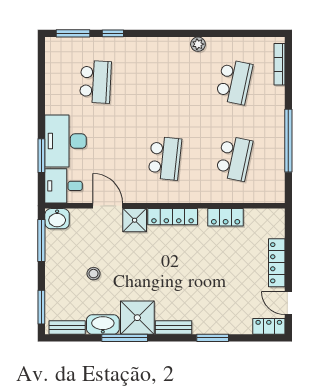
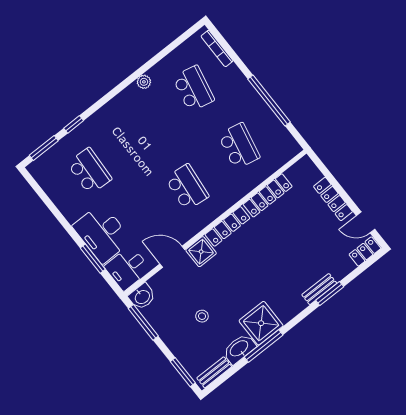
locker: (226, 217) -> (268, 195), width x1.53
bench: (174, 328) -> (319, 289), moved

